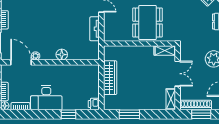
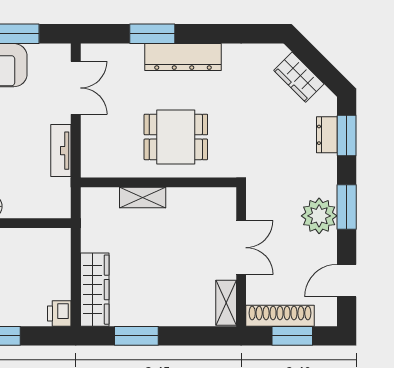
dining table: (148, 23) -> (176, 137), width x0.73
shelving: (165, 51) -> (143, 198), moved
wardrobe: (110, 78) -> (95, 290), moved

